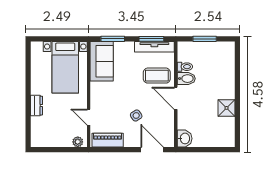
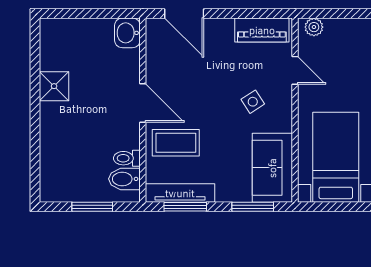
bidet: (186, 79) -> (124, 179), moved
side table: (136, 115) -> (253, 102), moved

